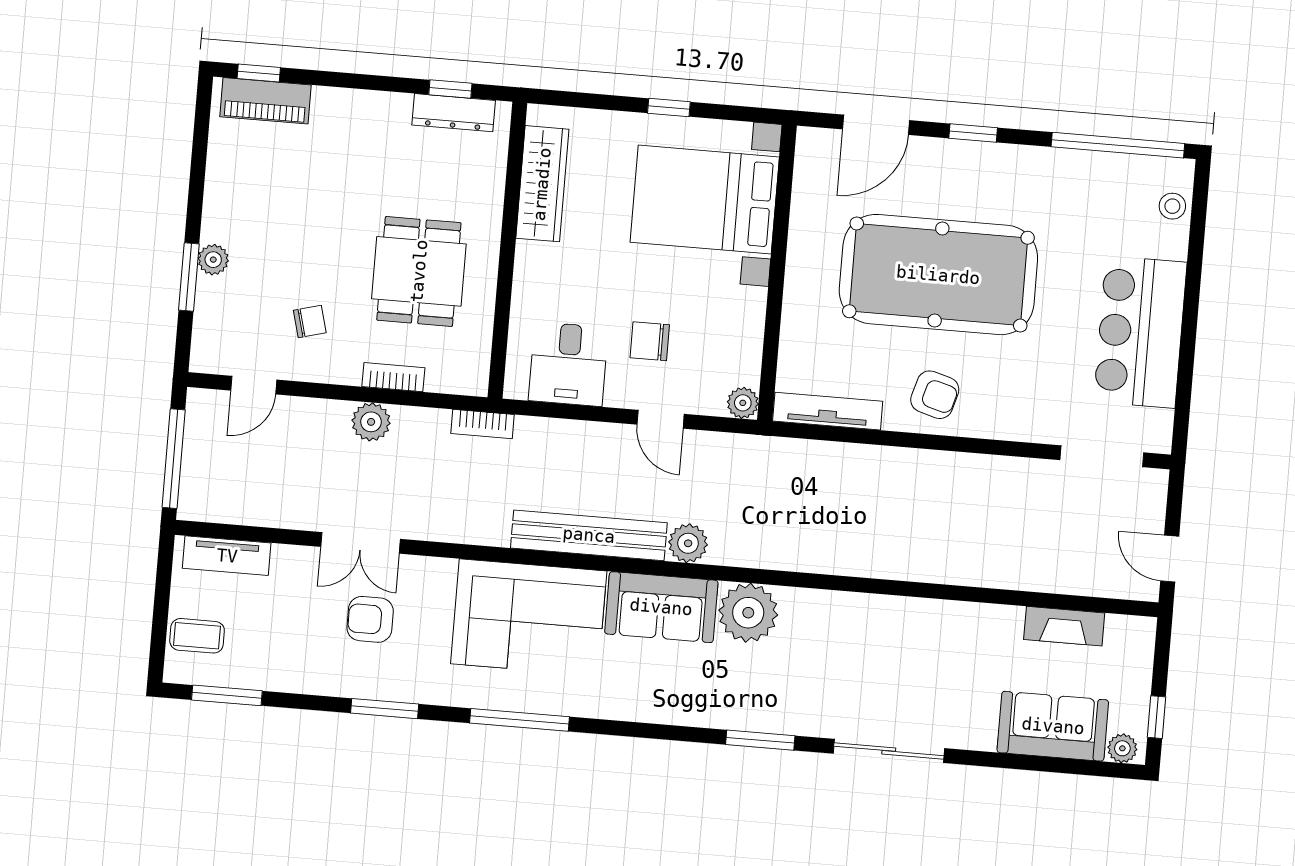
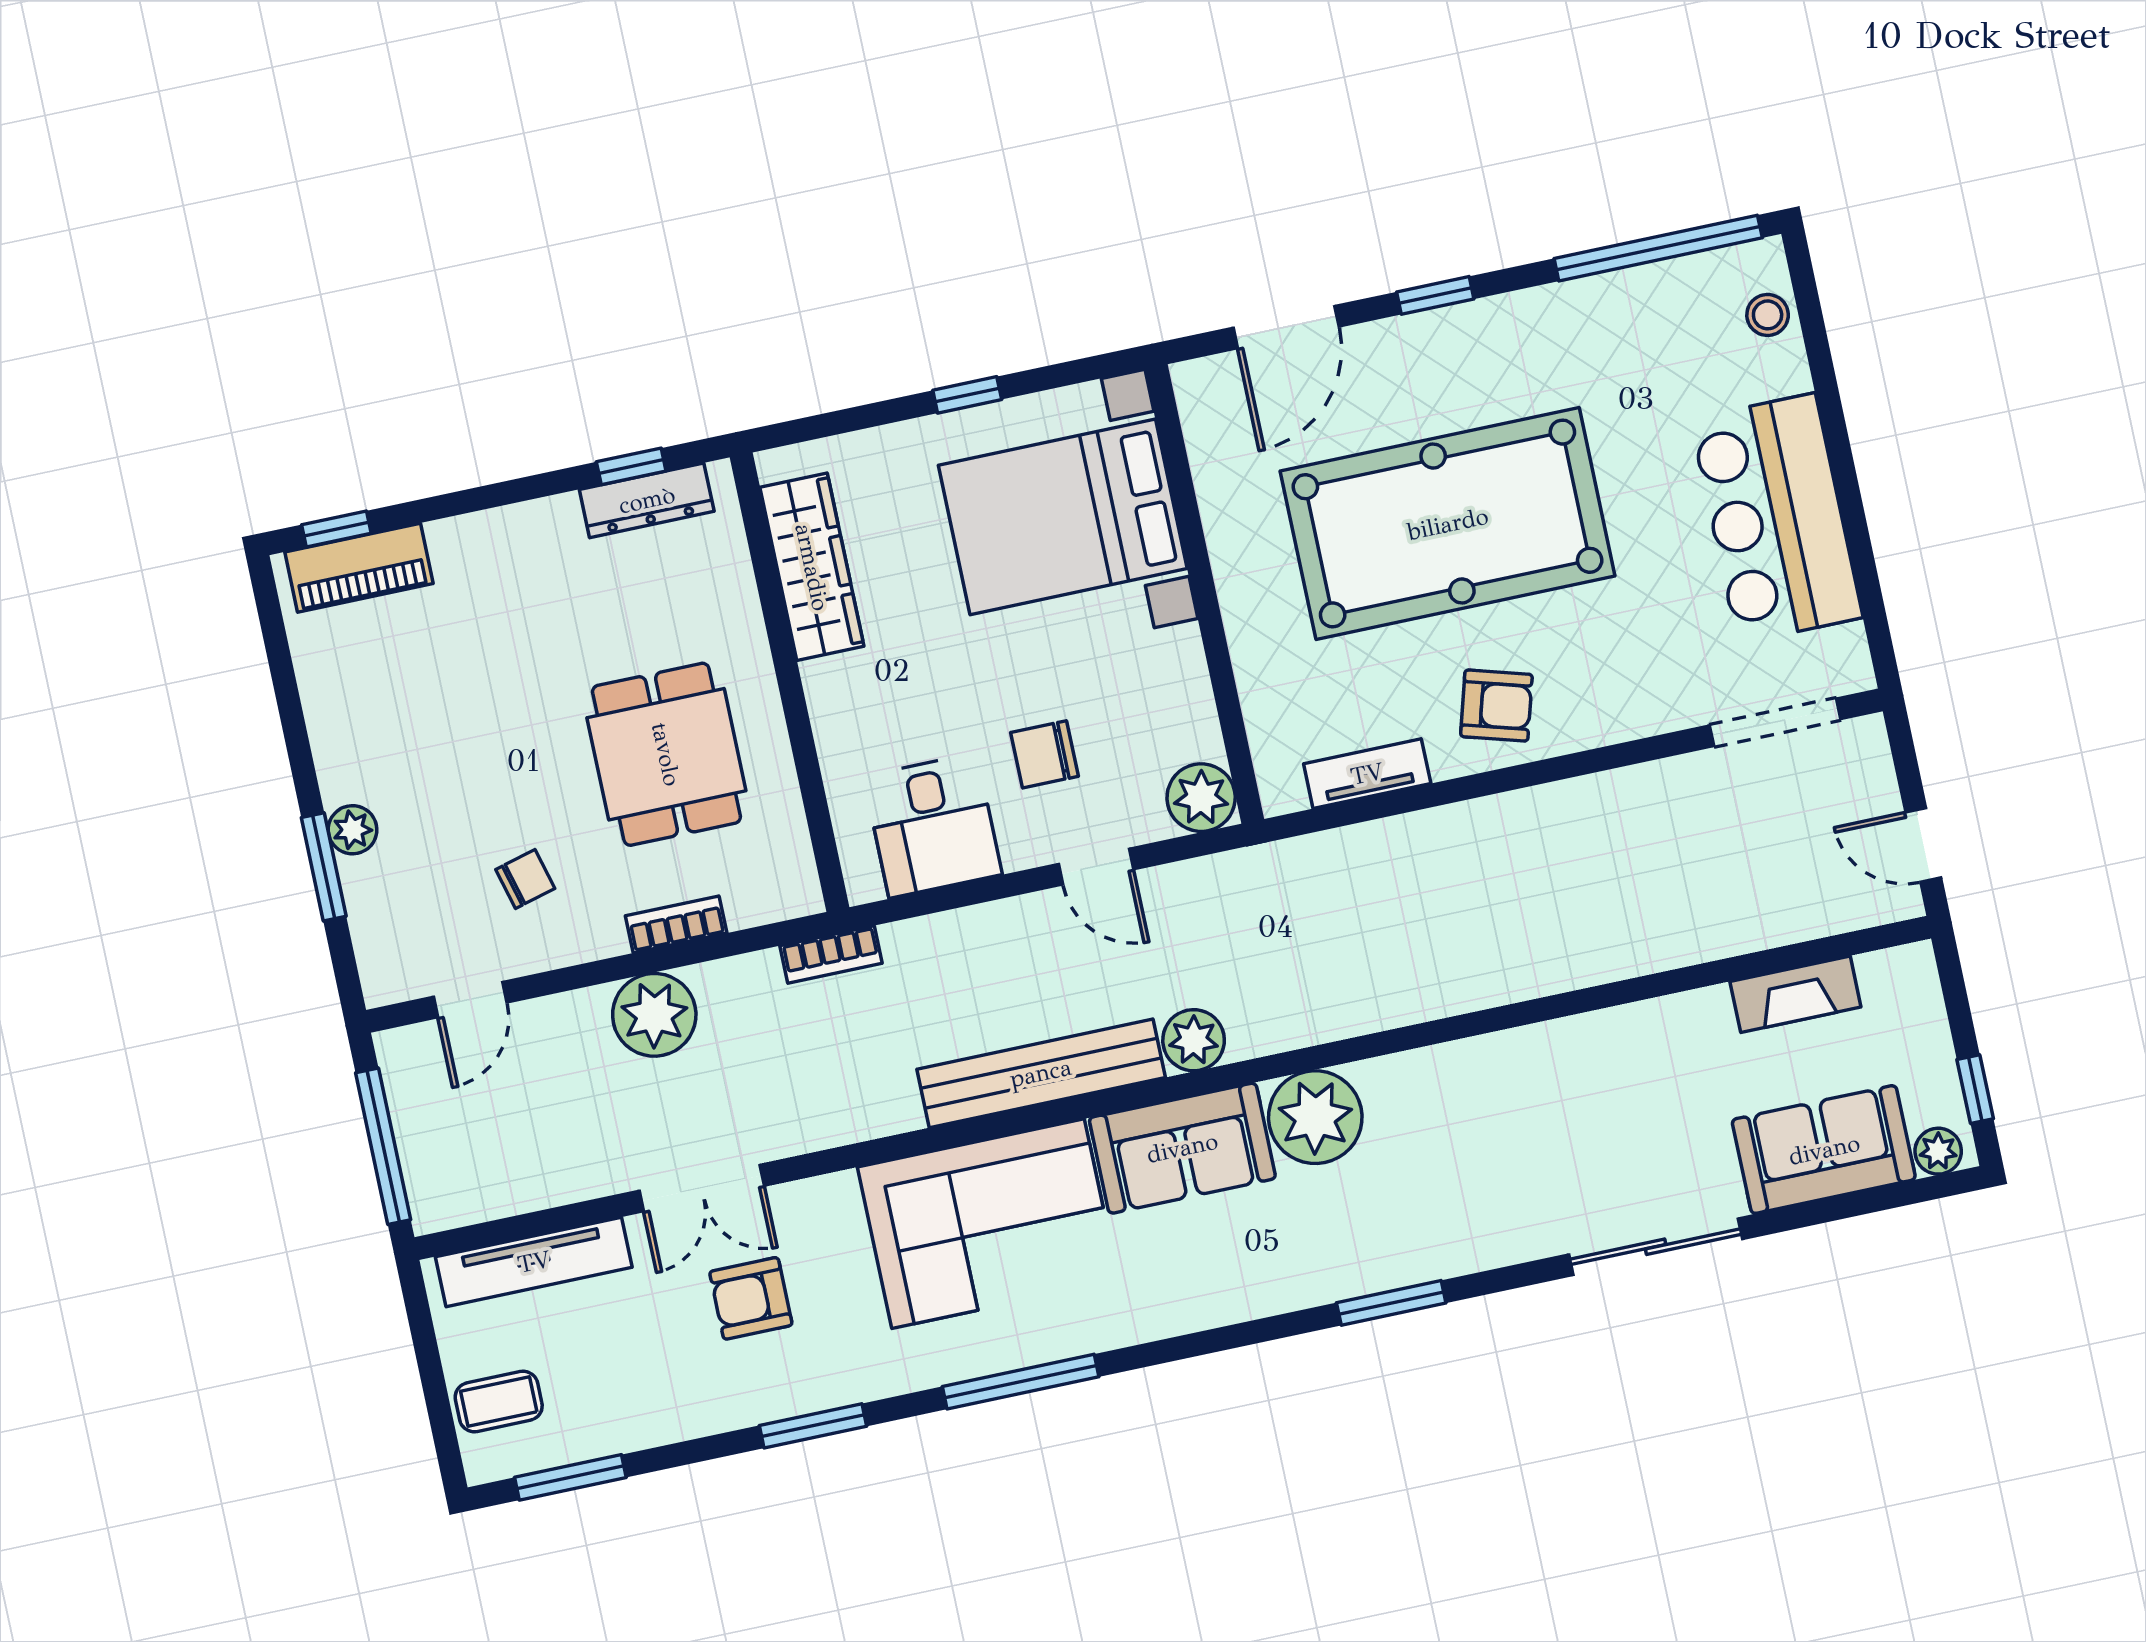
plant: (743, 403) -> (1201, 798), width x1.38, depth x1.38
tv unit: (828, 411) -> (1367, 774), width x0.71
plant: (371, 422) -> (654, 1015), width x1.36, depth x1.36
tv unit: (227, 556) -> (534, 1262), width x1.41
sliding door: (889, 751) -> (1656, 1247), moved

